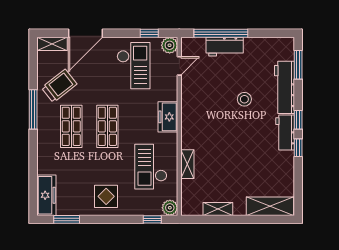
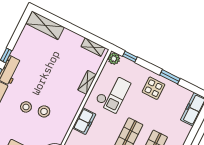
stool: (221, 105) -> (44, 111), added
shelving: (218, 209) -> (93, 47), moved
window: (67, 219) -> (170, 77), moved

